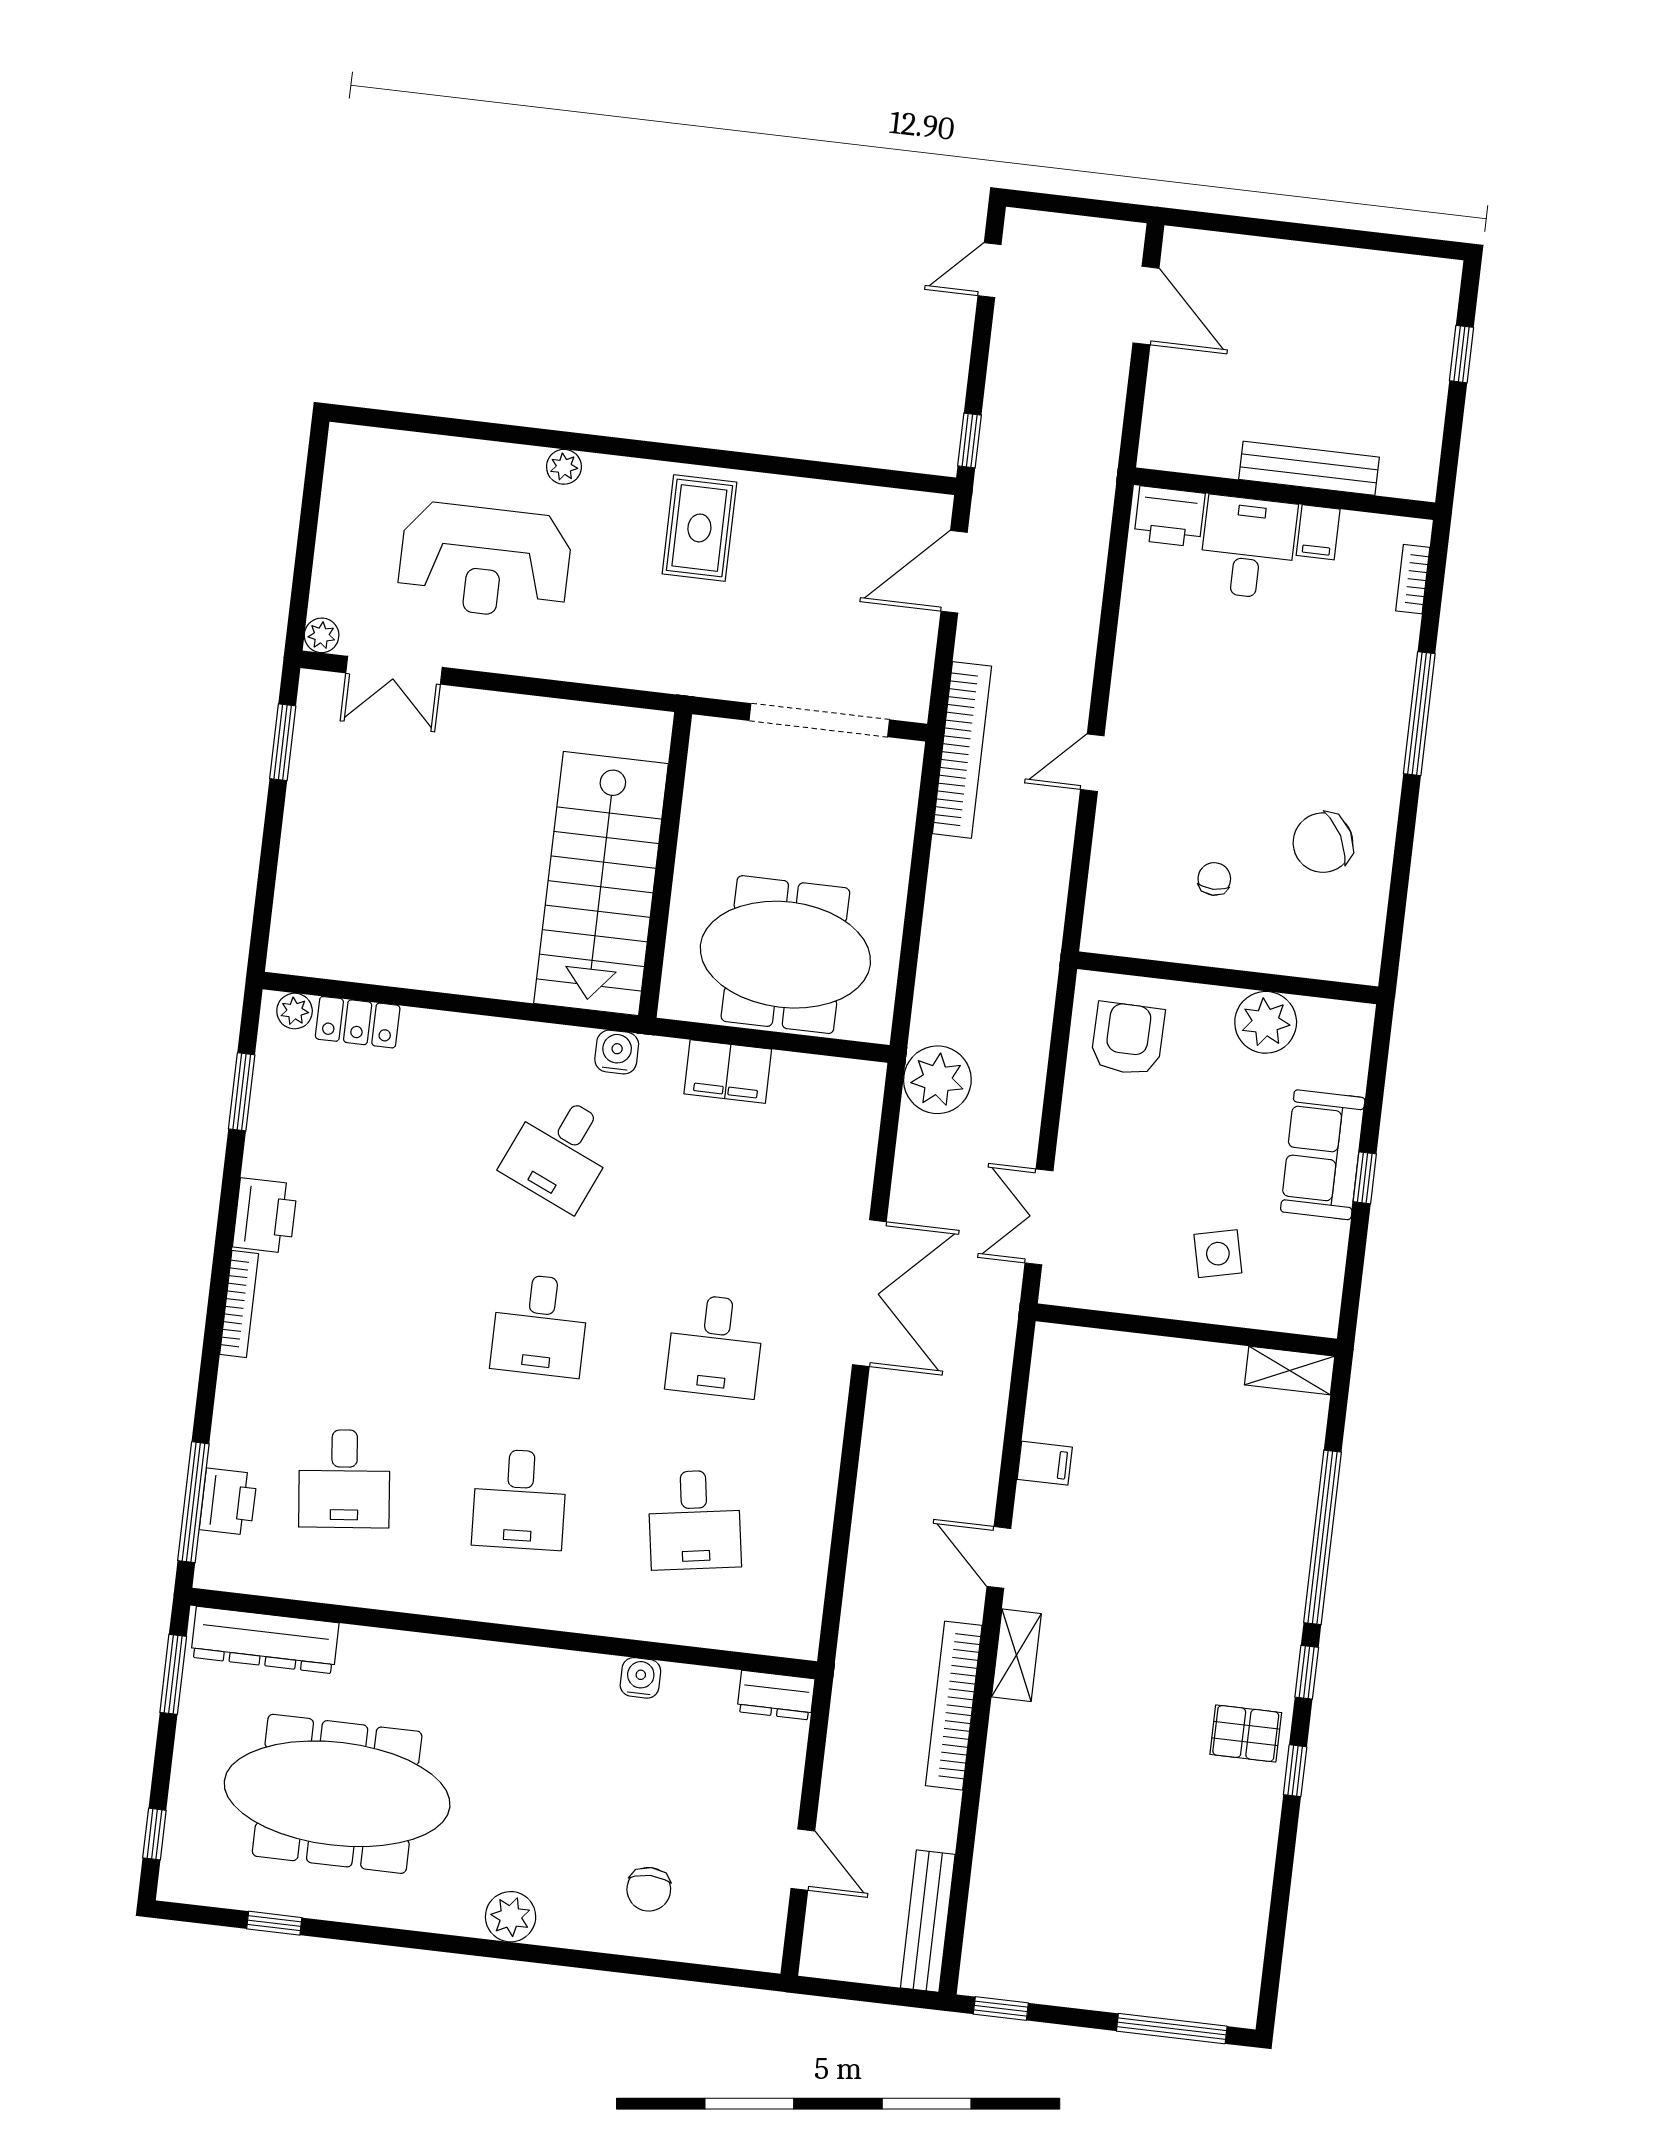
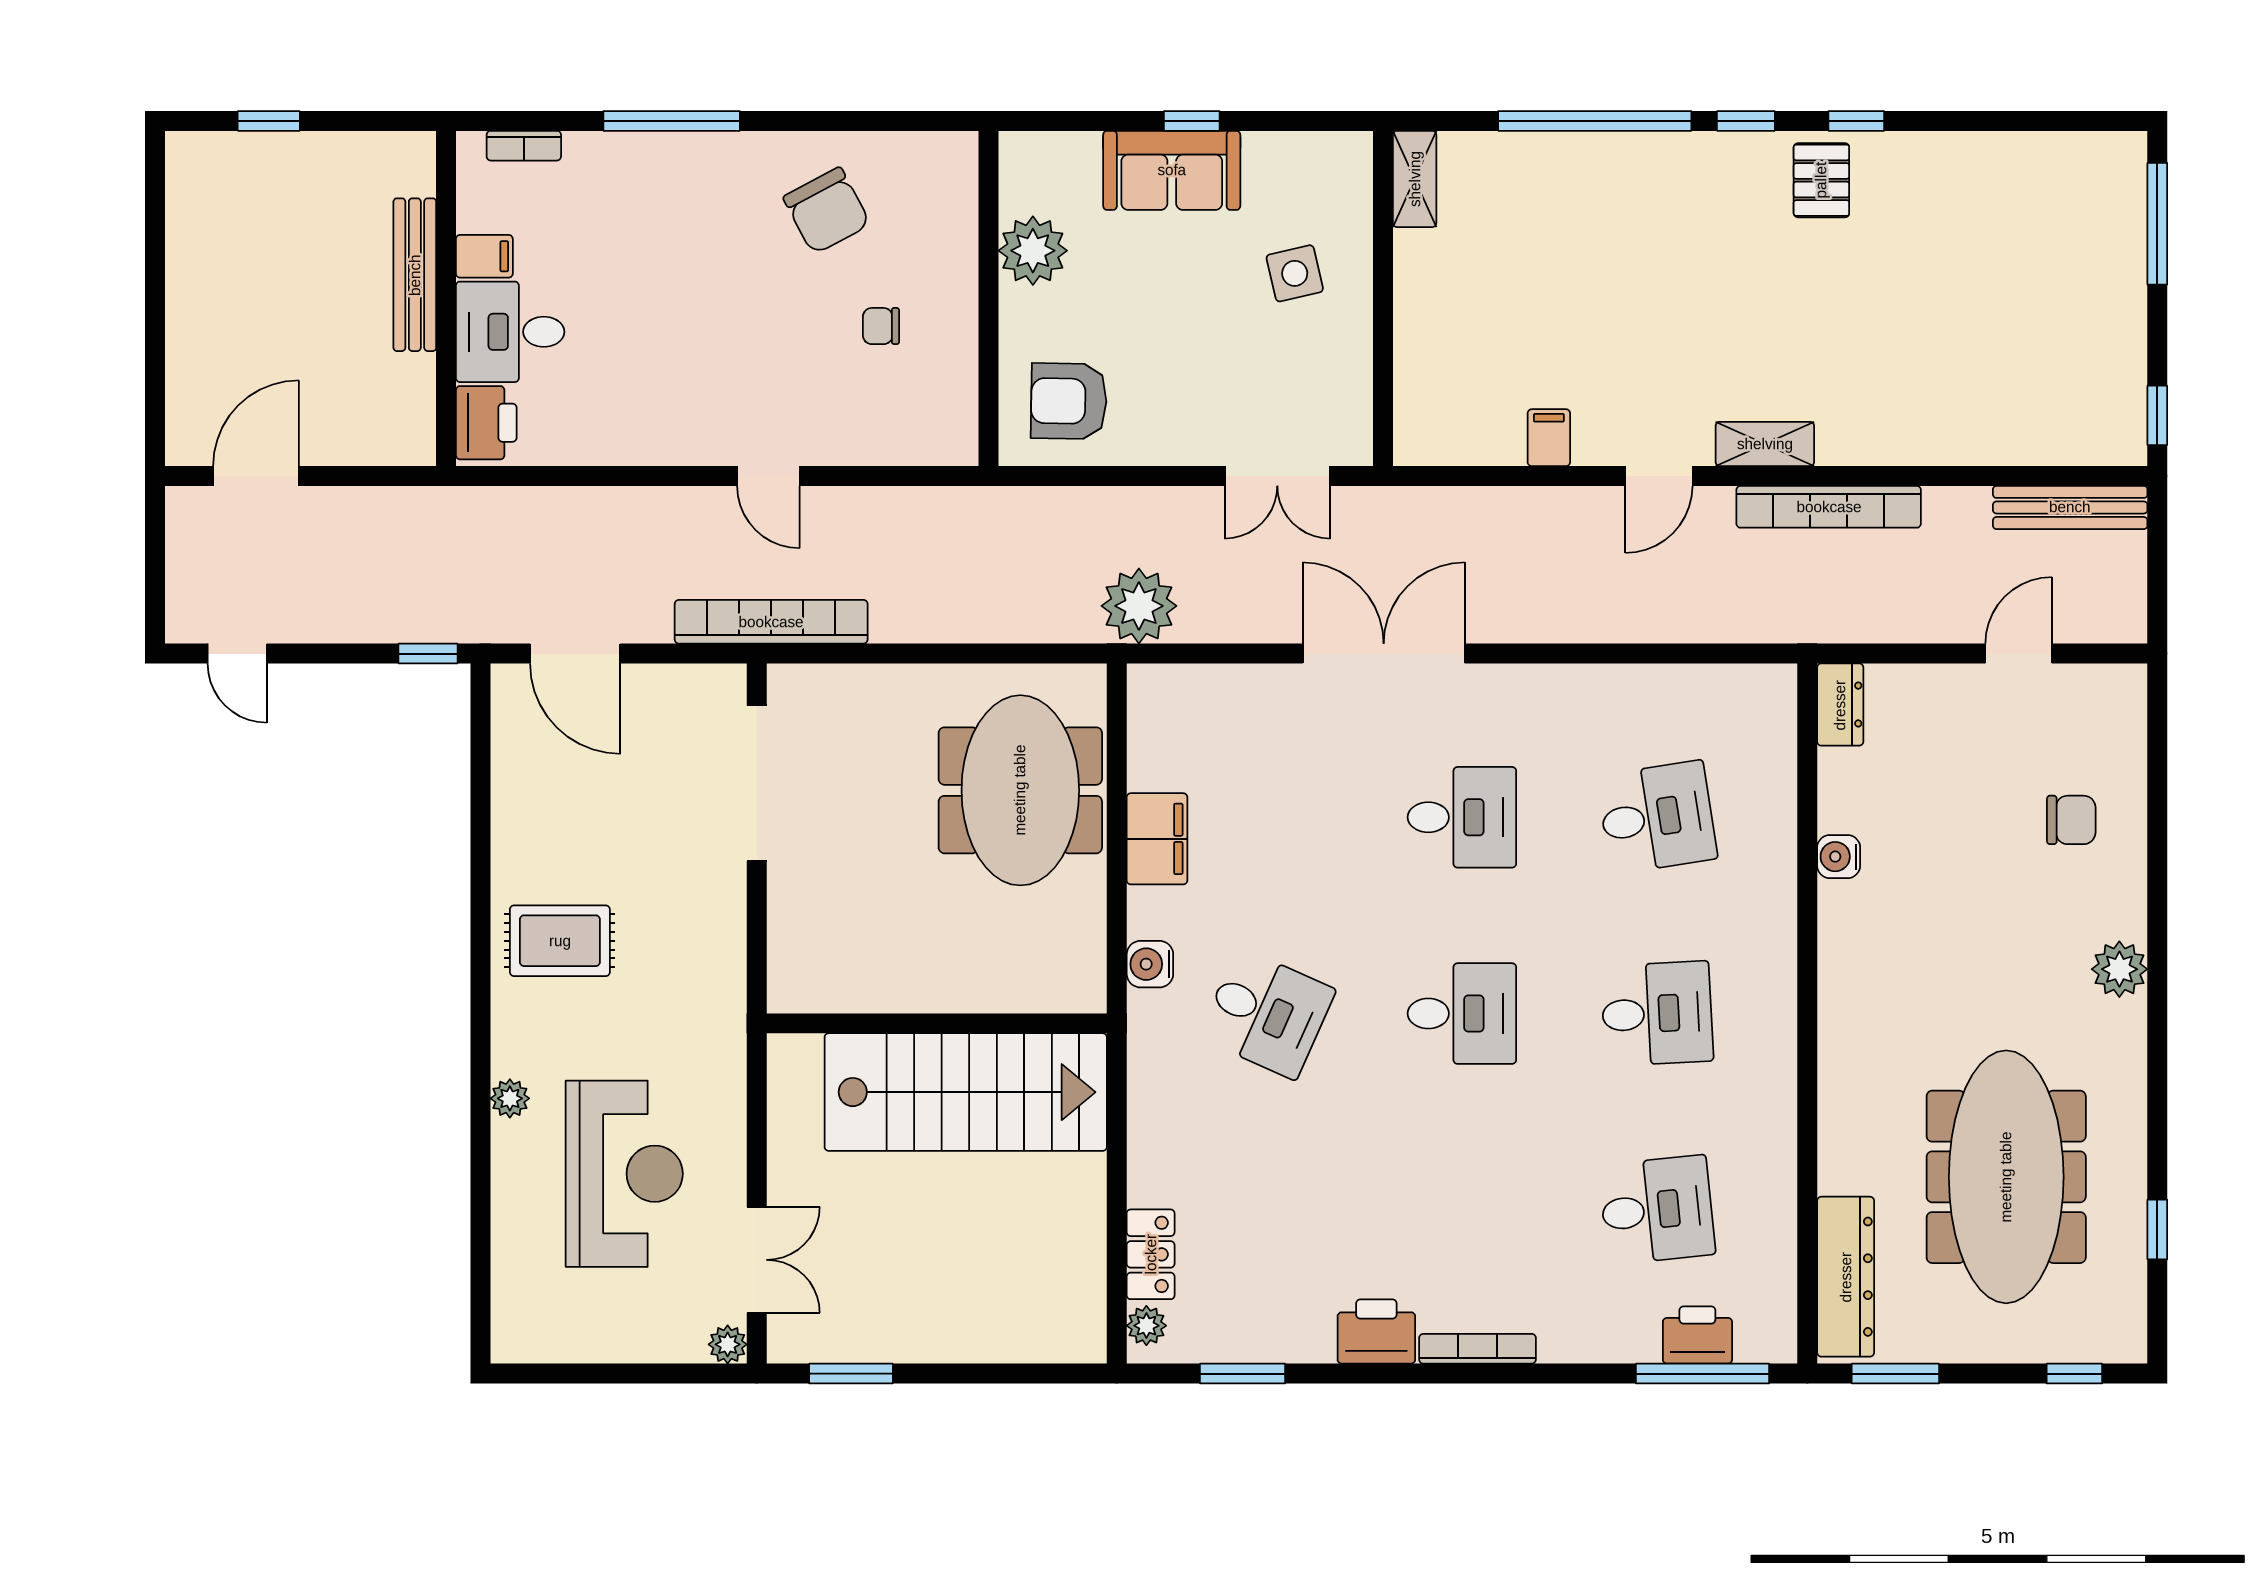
wall: (665, 865) -> (937, 1023), moved
stairs: (601, 884) -> (966, 1092), moved

